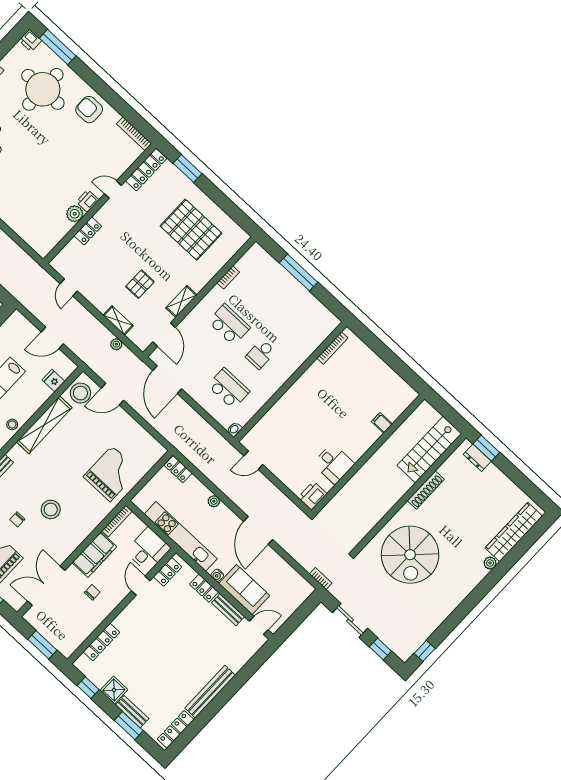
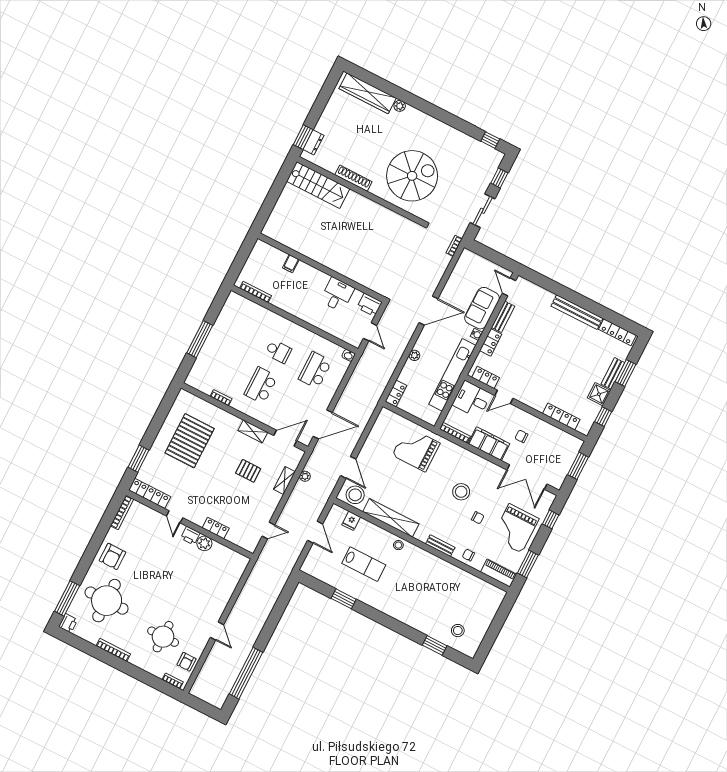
filing cabinet: (382, 423) -> (291, 264), moved
wall: (368, 455) -> (321, 268), moved
desk: (334, 464) -> (337, 295), moved
printer: (312, 496) -> (369, 305), moved

